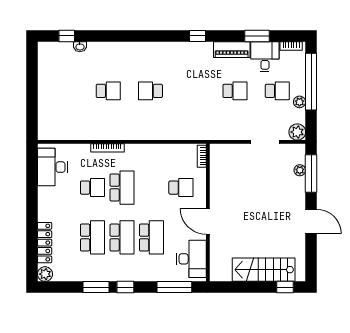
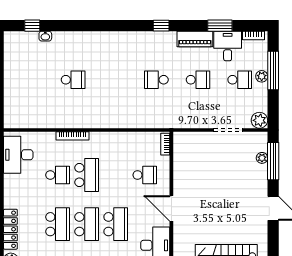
window: (311, 82) -> (273, 71), width x0.68
school desk: (150, 91) -> (156, 80), moved
plant: (299, 102) -> (262, 76), moved

